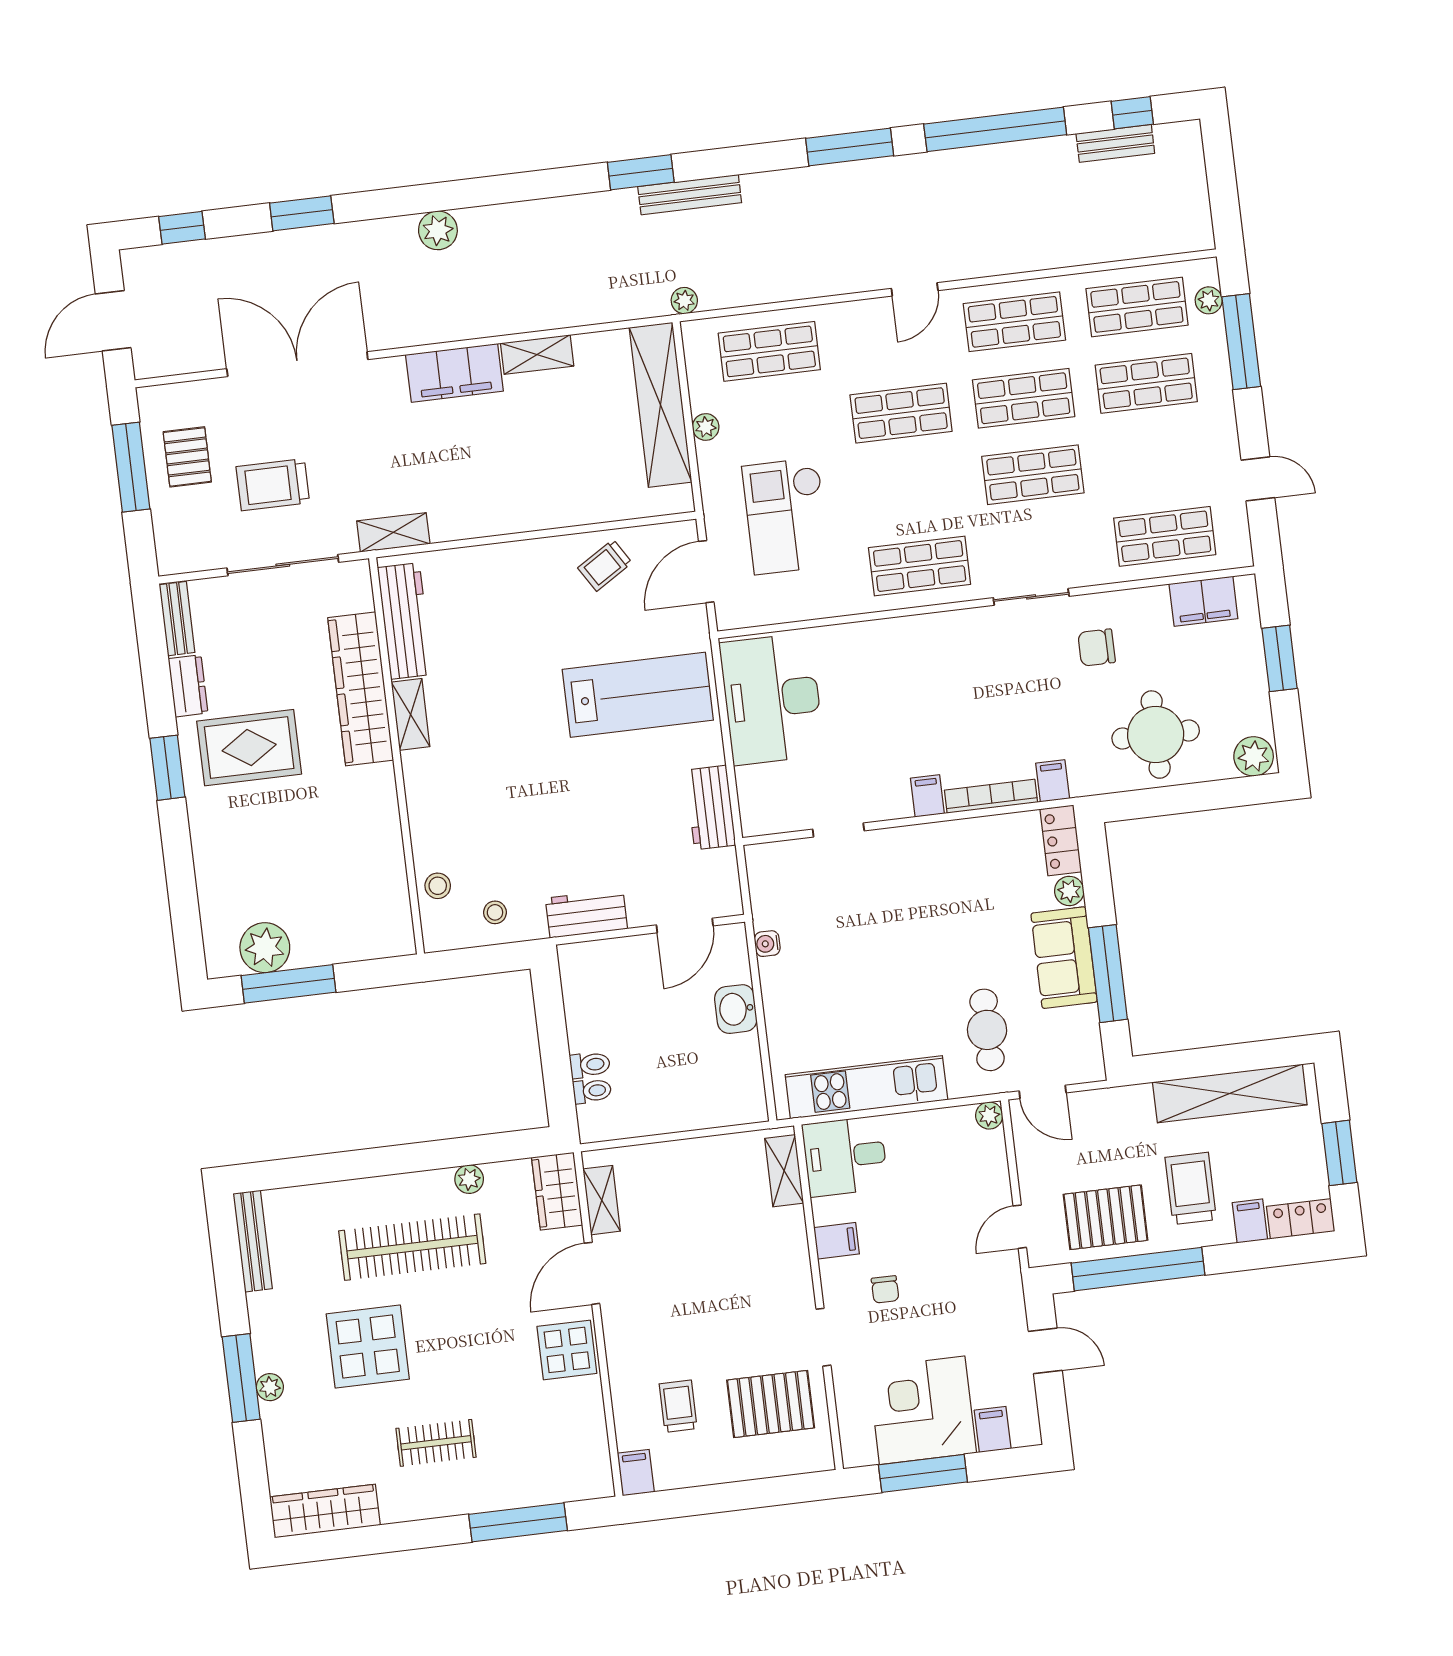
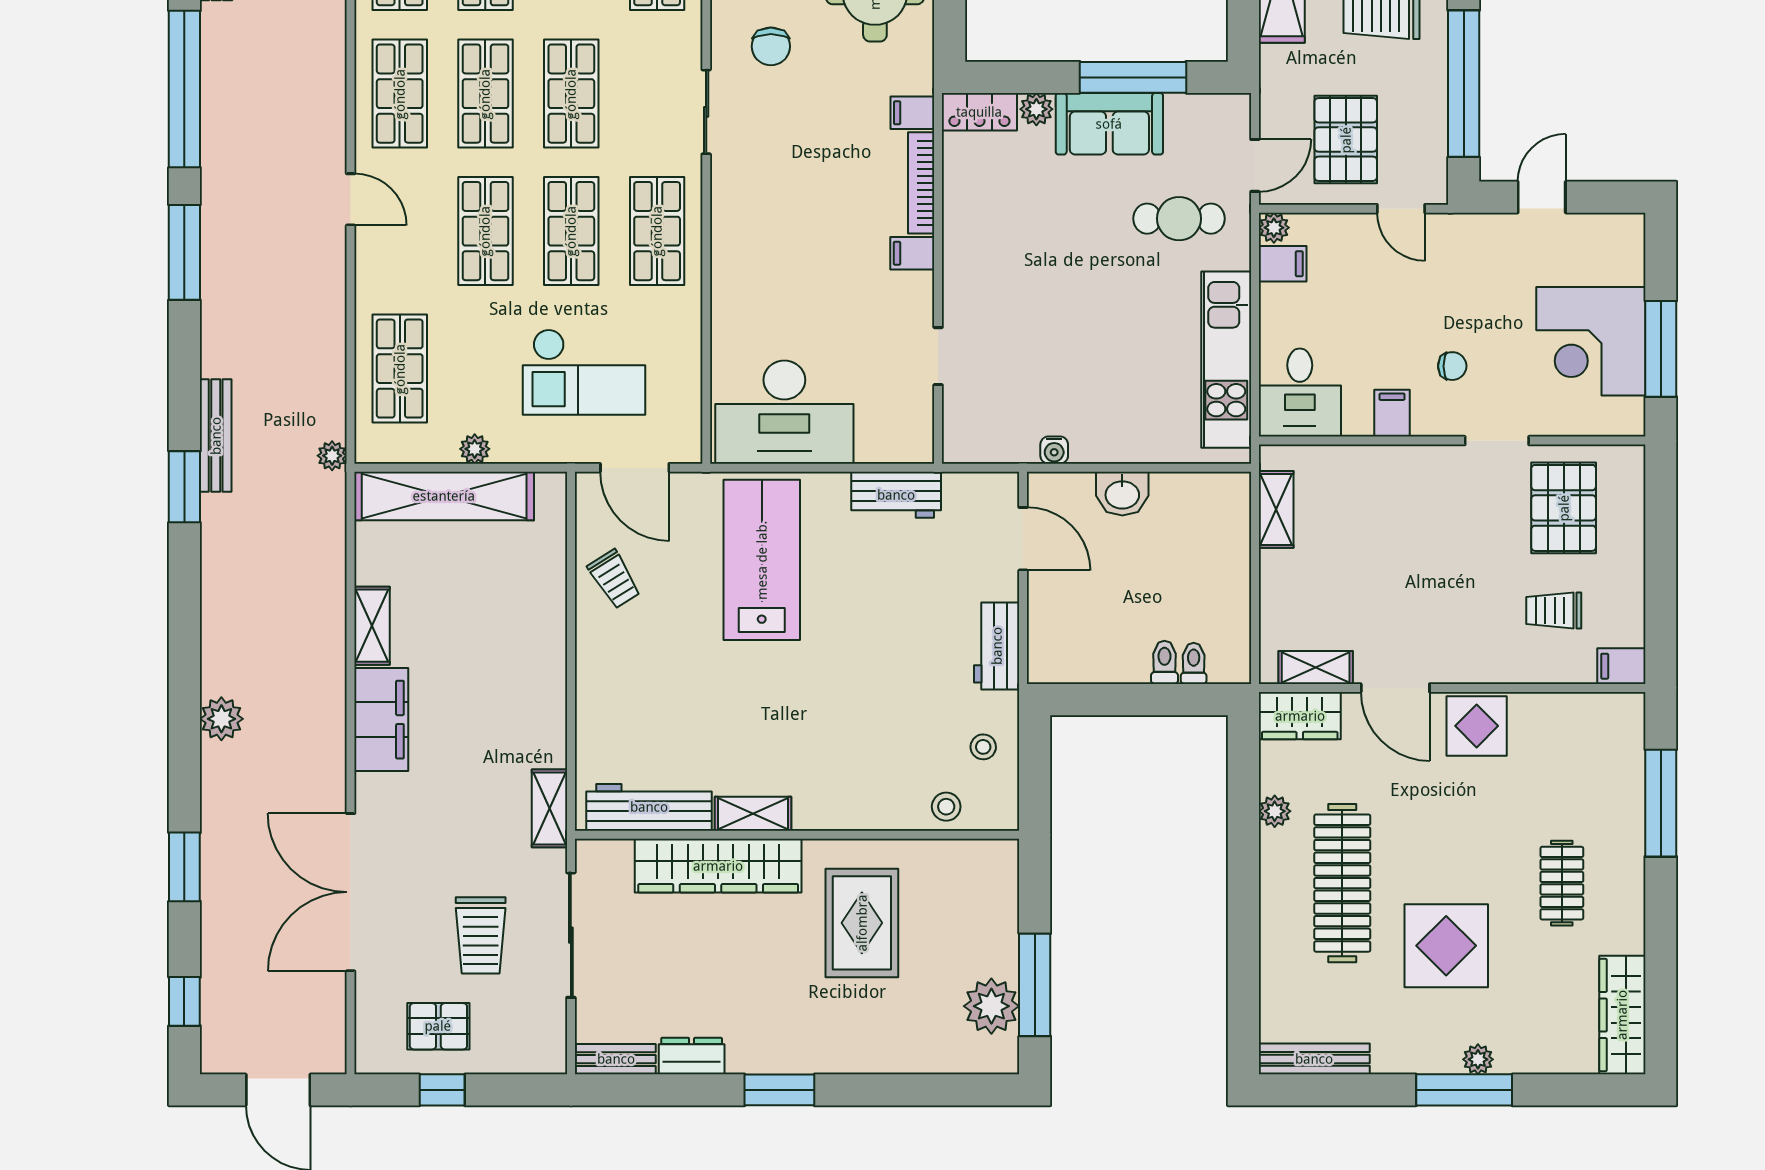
window: (131, 467) -> (442, 1090), width x0.46
shop shelf: (910, 490) -> (571, 231), added
rug: (249, 748) -> (862, 923), moved
shelving: (784, 1171) -> (1276, 509), moved, turned 90
pallet: (1106, 1217) -> (1346, 140), moved
filing cabinet: (993, 1429) -> (1283, 264), moved, turned 180

